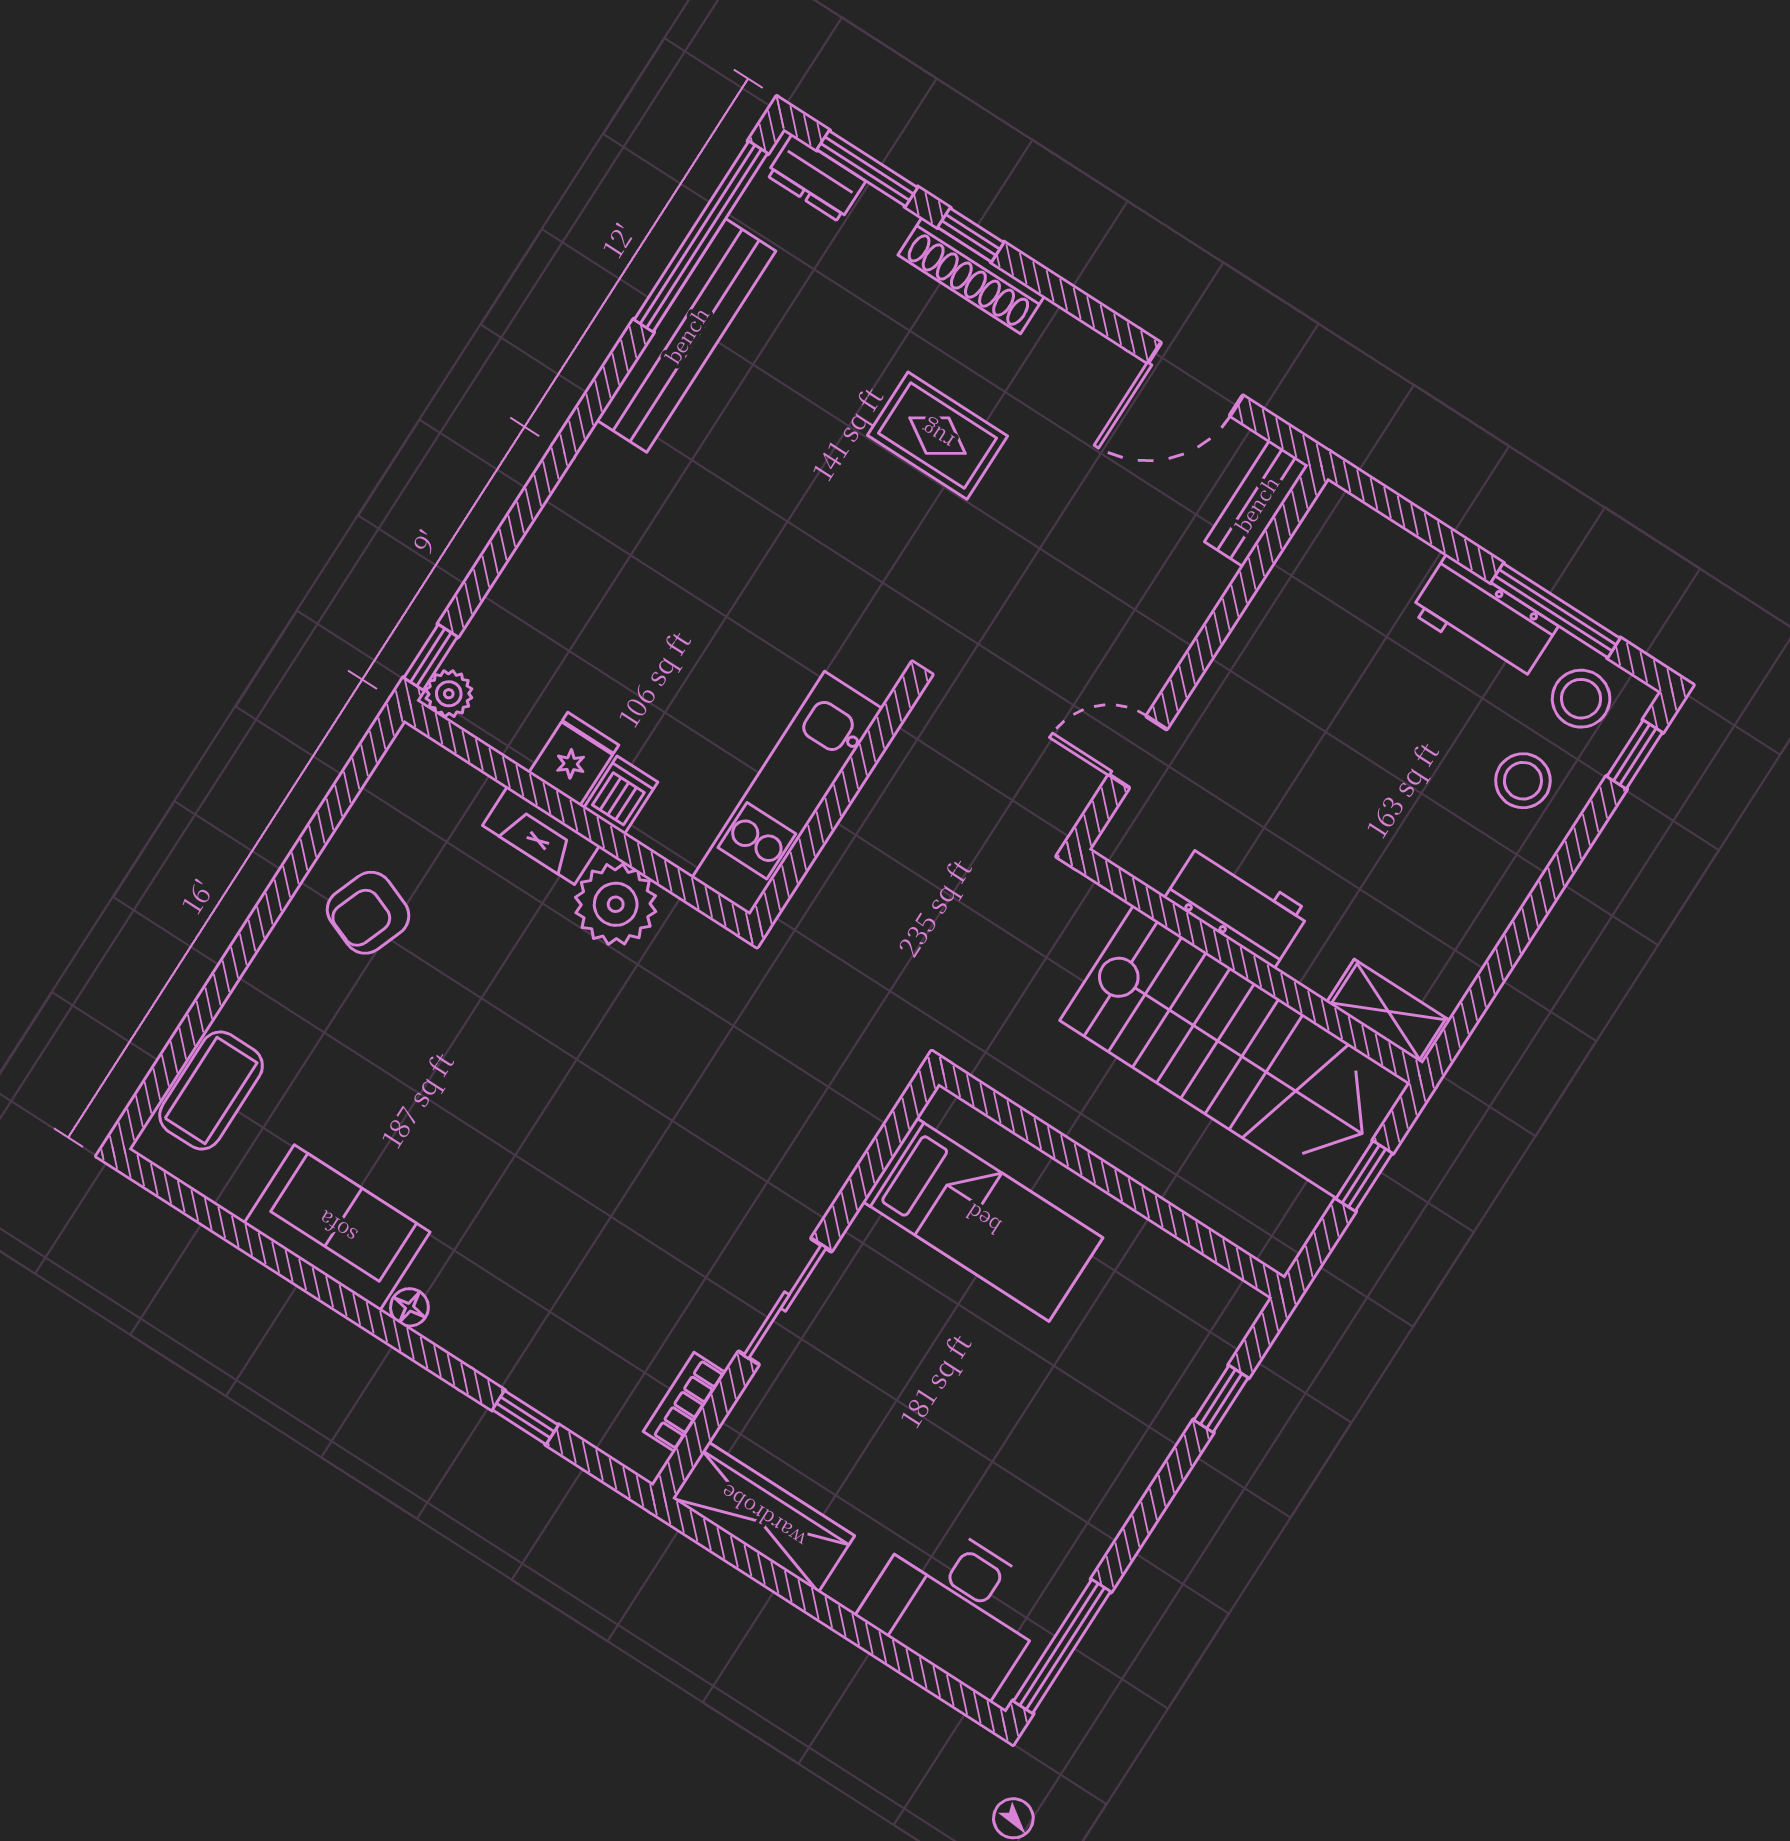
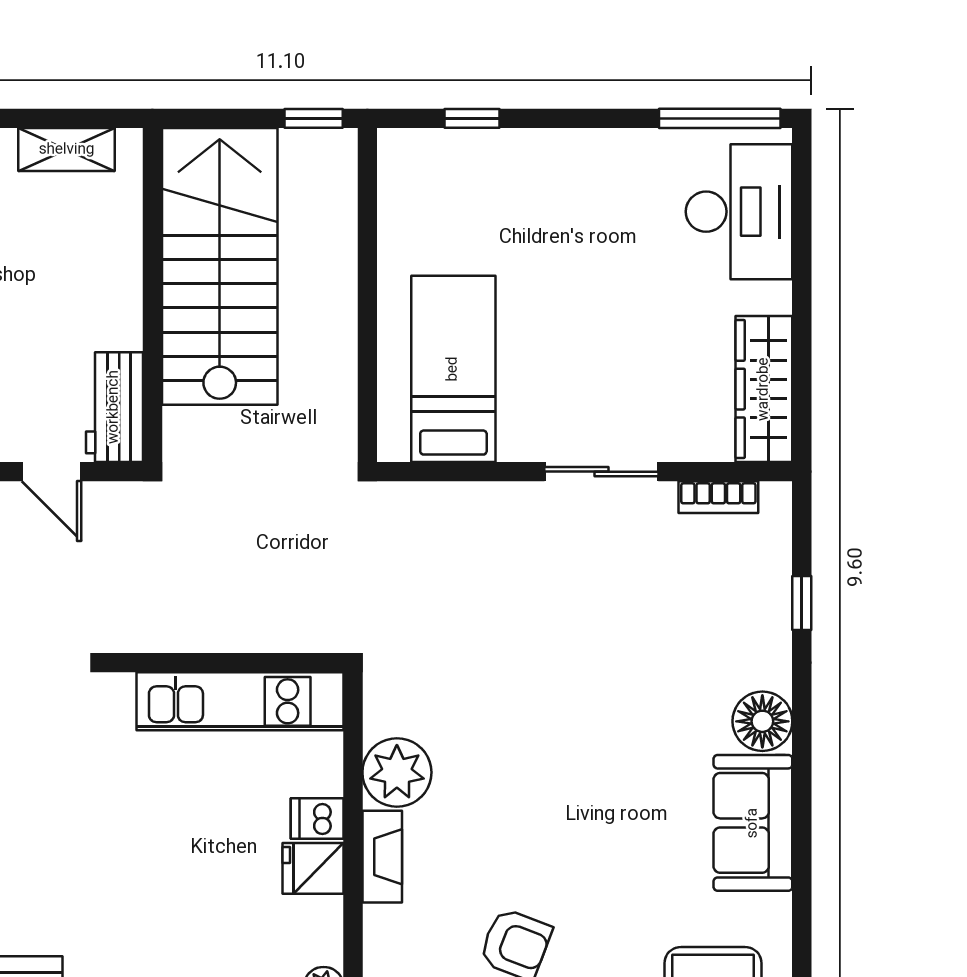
workbench: (1237, 905) -> (114, 407), moved
shelving: (1388, 1011) -> (67, 150), moved, turned 90
window: (1364, 1176) -> (314, 118), moved
floor lamp: (409, 1307) -> (762, 721), width x1.89, depth x1.89

